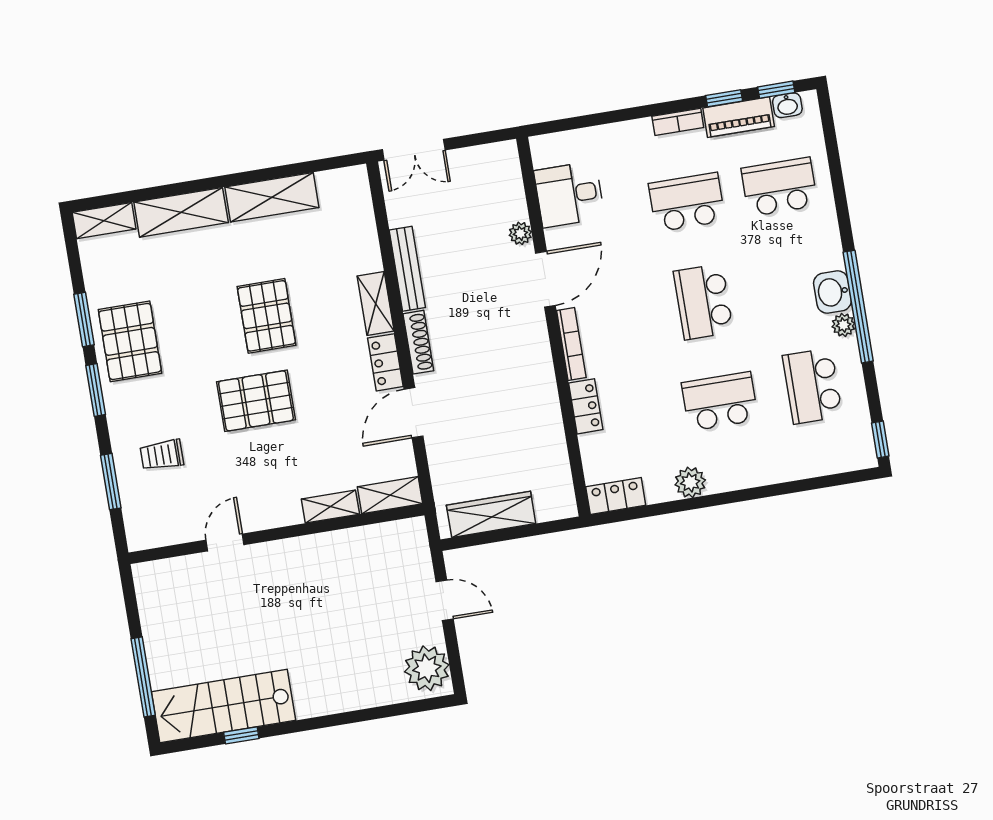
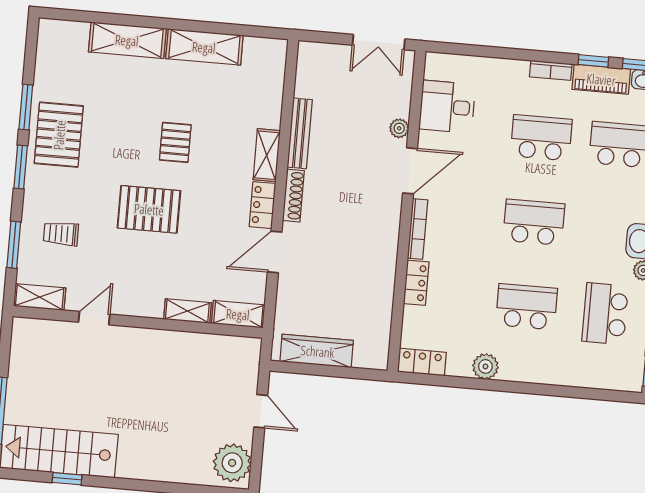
double door: (414, 150) -> (379, 42), moved
shelving: (104, 221) -> (40, 297), moved
school desk: (703, 302) -> (534, 222), turned 90
pallet: (267, 316) -> (175, 142), width x0.67, depth x0.71

